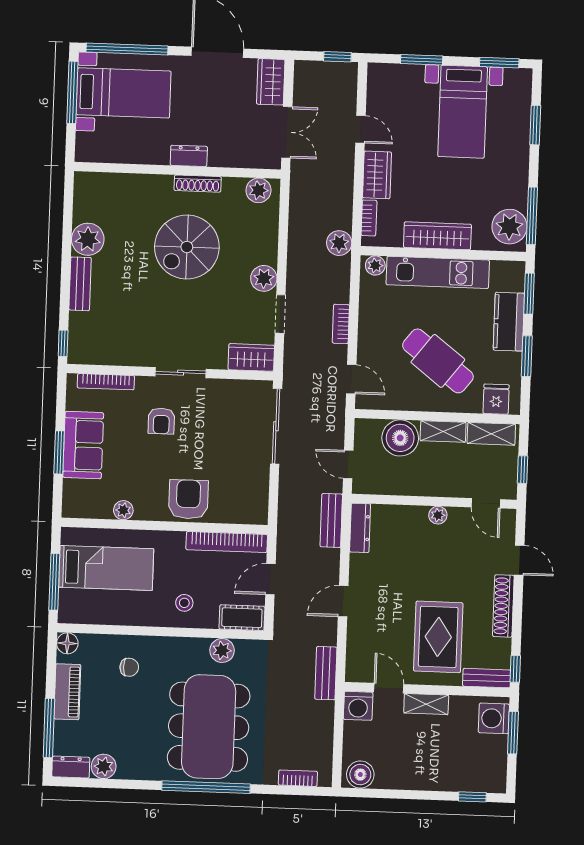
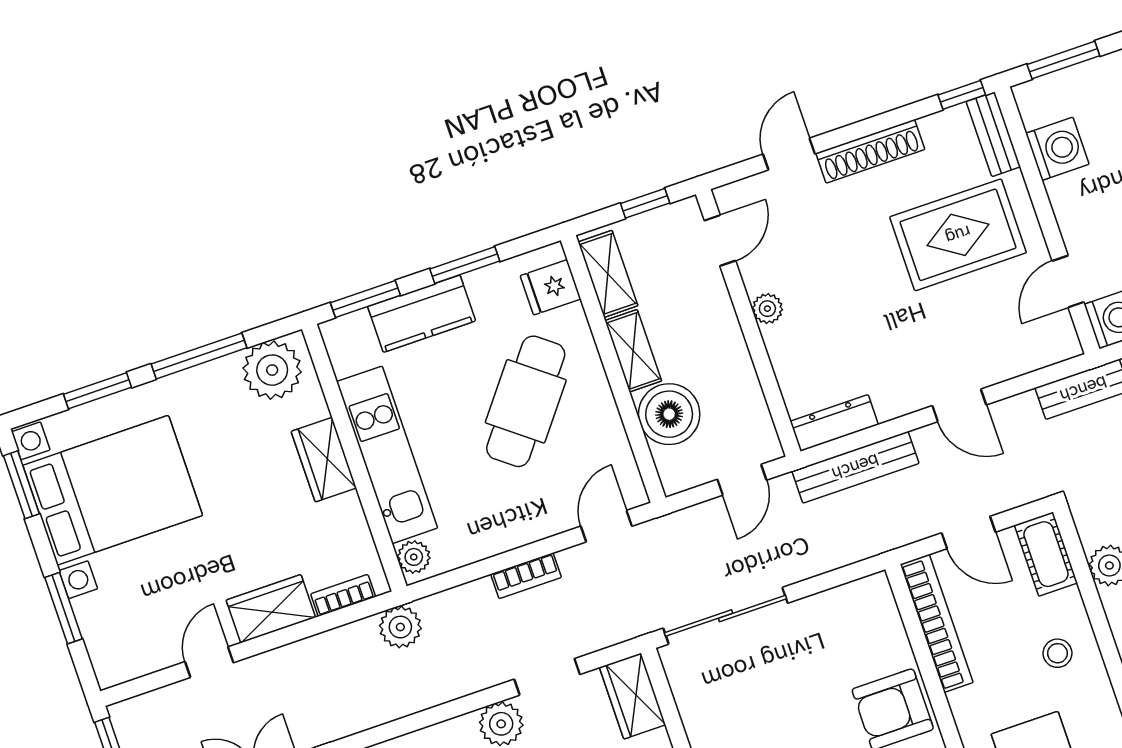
bed with nightstands: (463, 112) -> (113, 490), width x1.36
window: (532, 216) -> (199, 356), moved
wardrobe: (437, 236) -> (324, 460), width x0.67
bench: (331, 520) -> (855, 467), width x1.36
shelving: (426, 704) -> (1071, 213), removed
washing machine: (494, 718) -> (1057, 149), moved, turned -90

